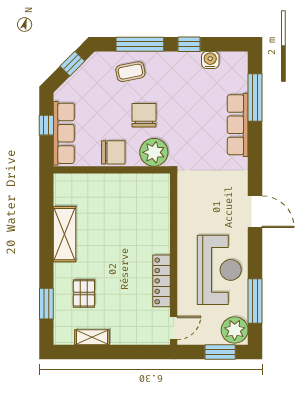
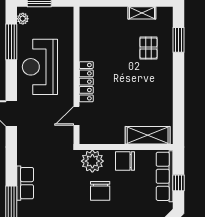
row of seats: (238, 125) -> (25, 183), width x0.68
shelving: (65, 234) -> (148, 135), moved, turned 90
locker: (162, 281) -> (86, 82), moved
door: (174, 328) -> (77, 116), moved
plant: (235, 330) -> (23, 19), width x0.53, depth x0.53

